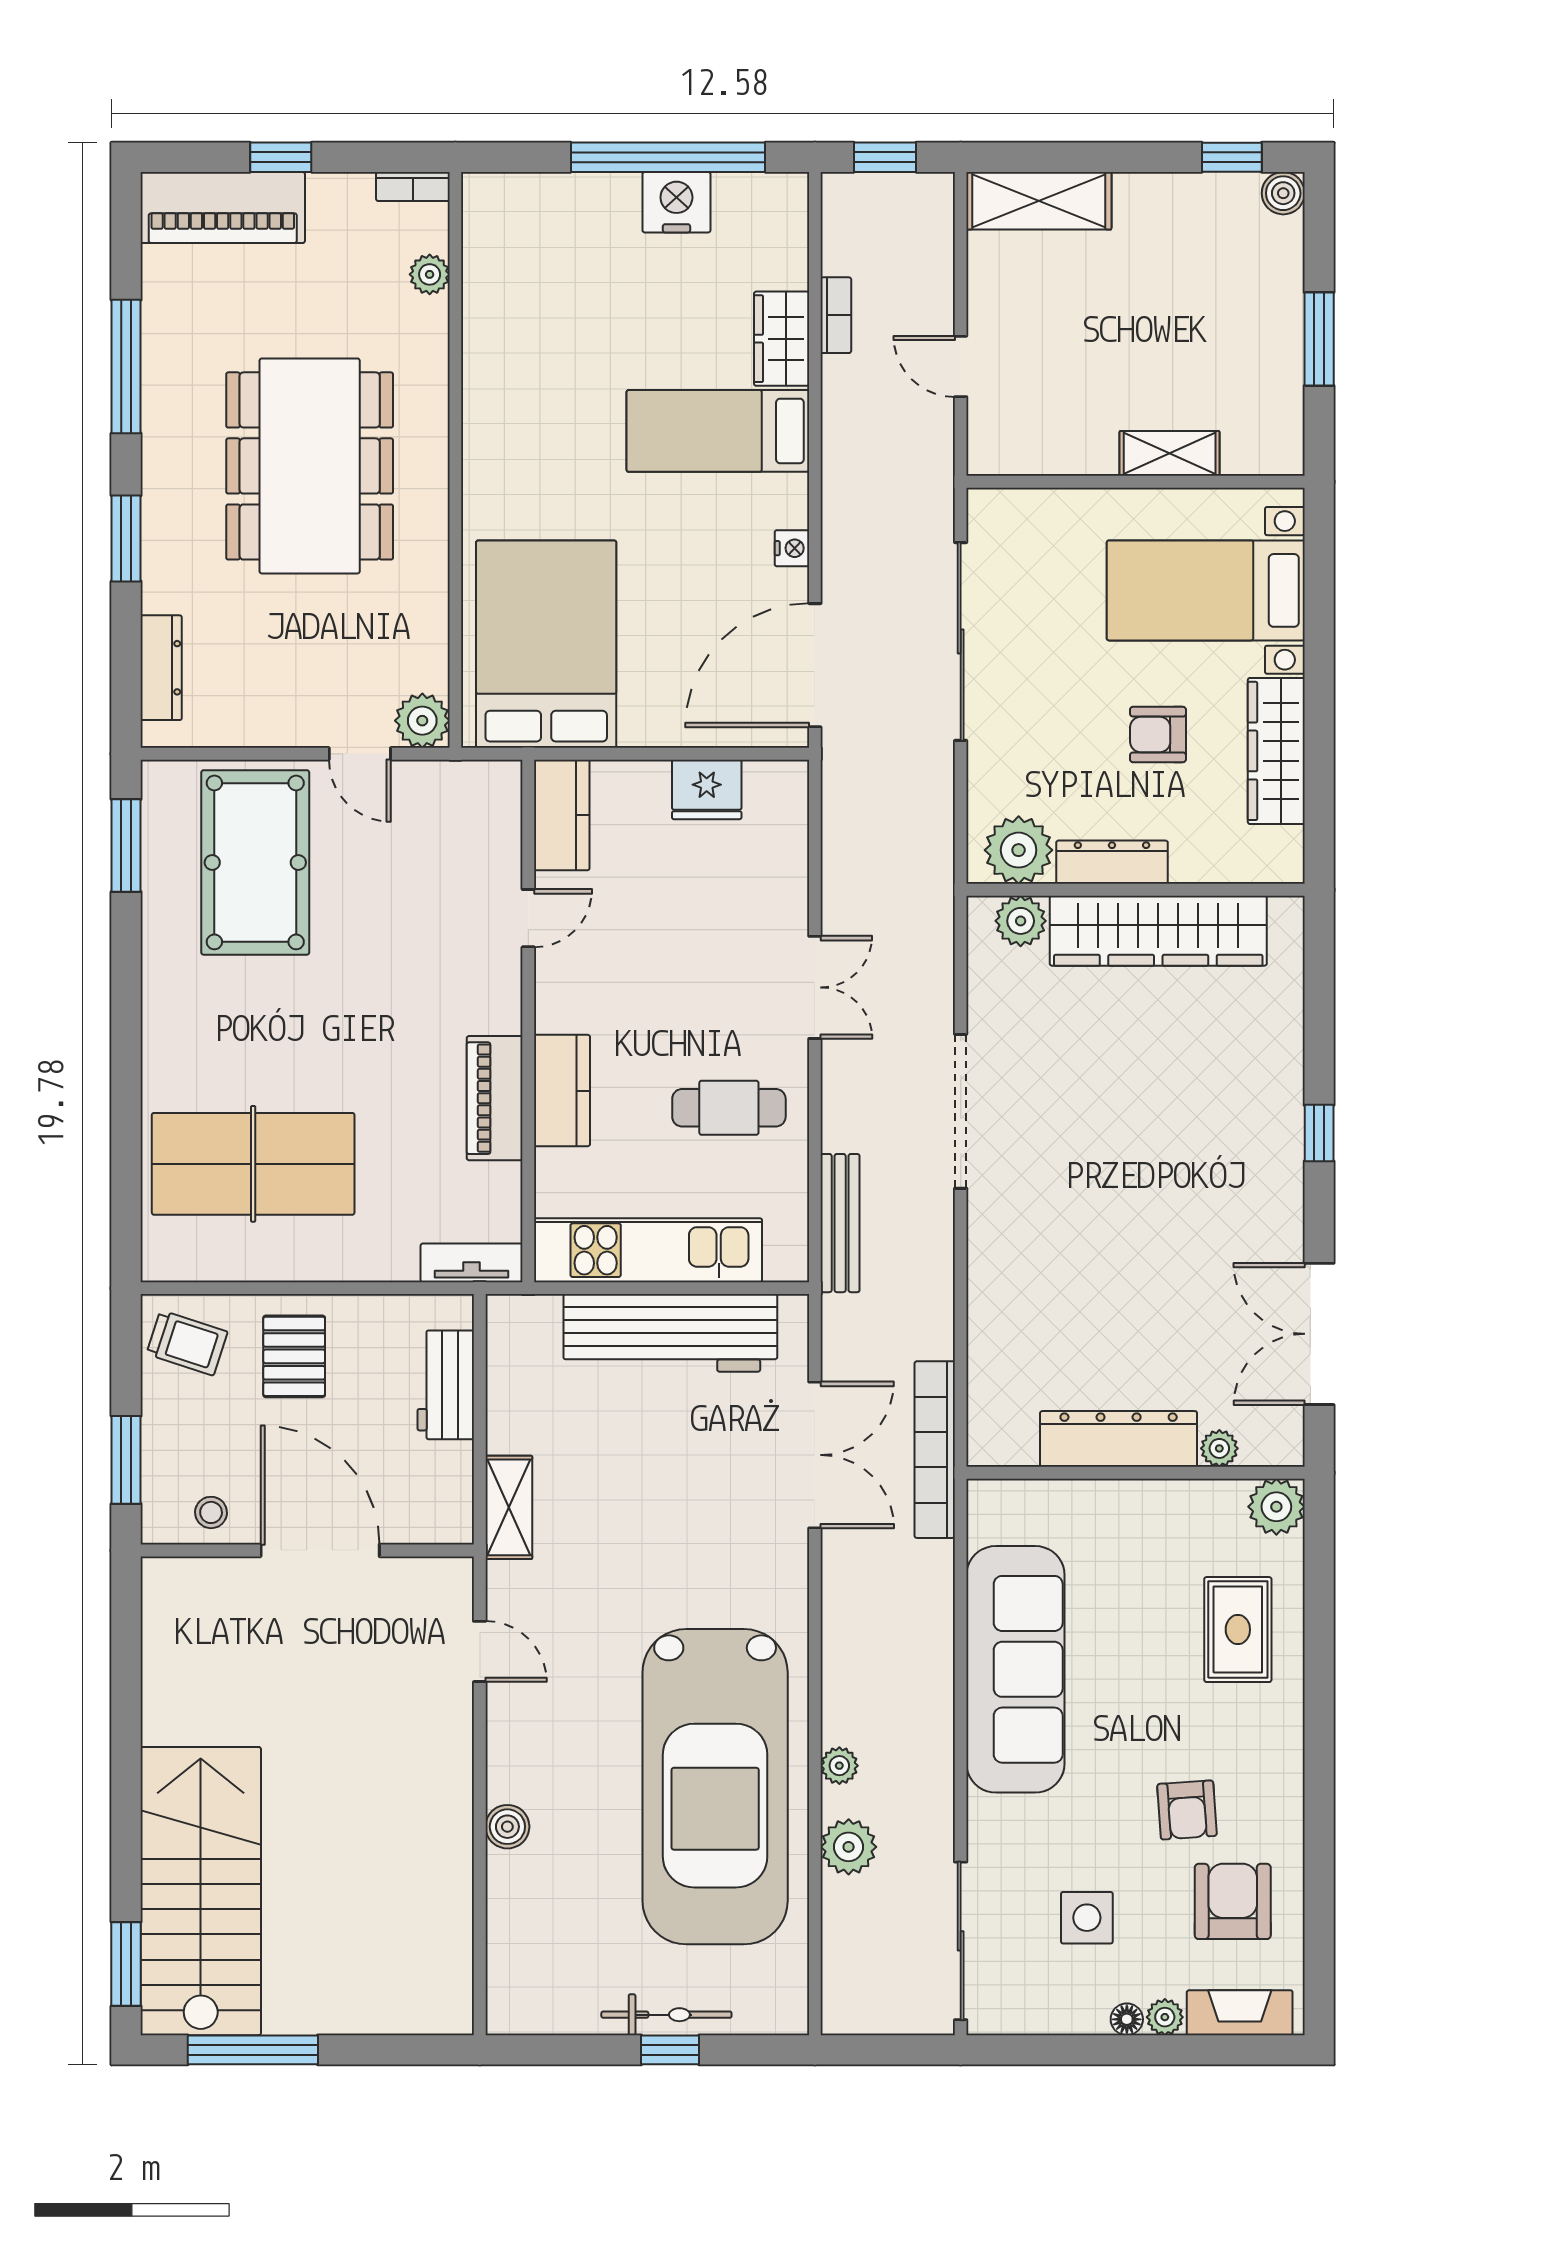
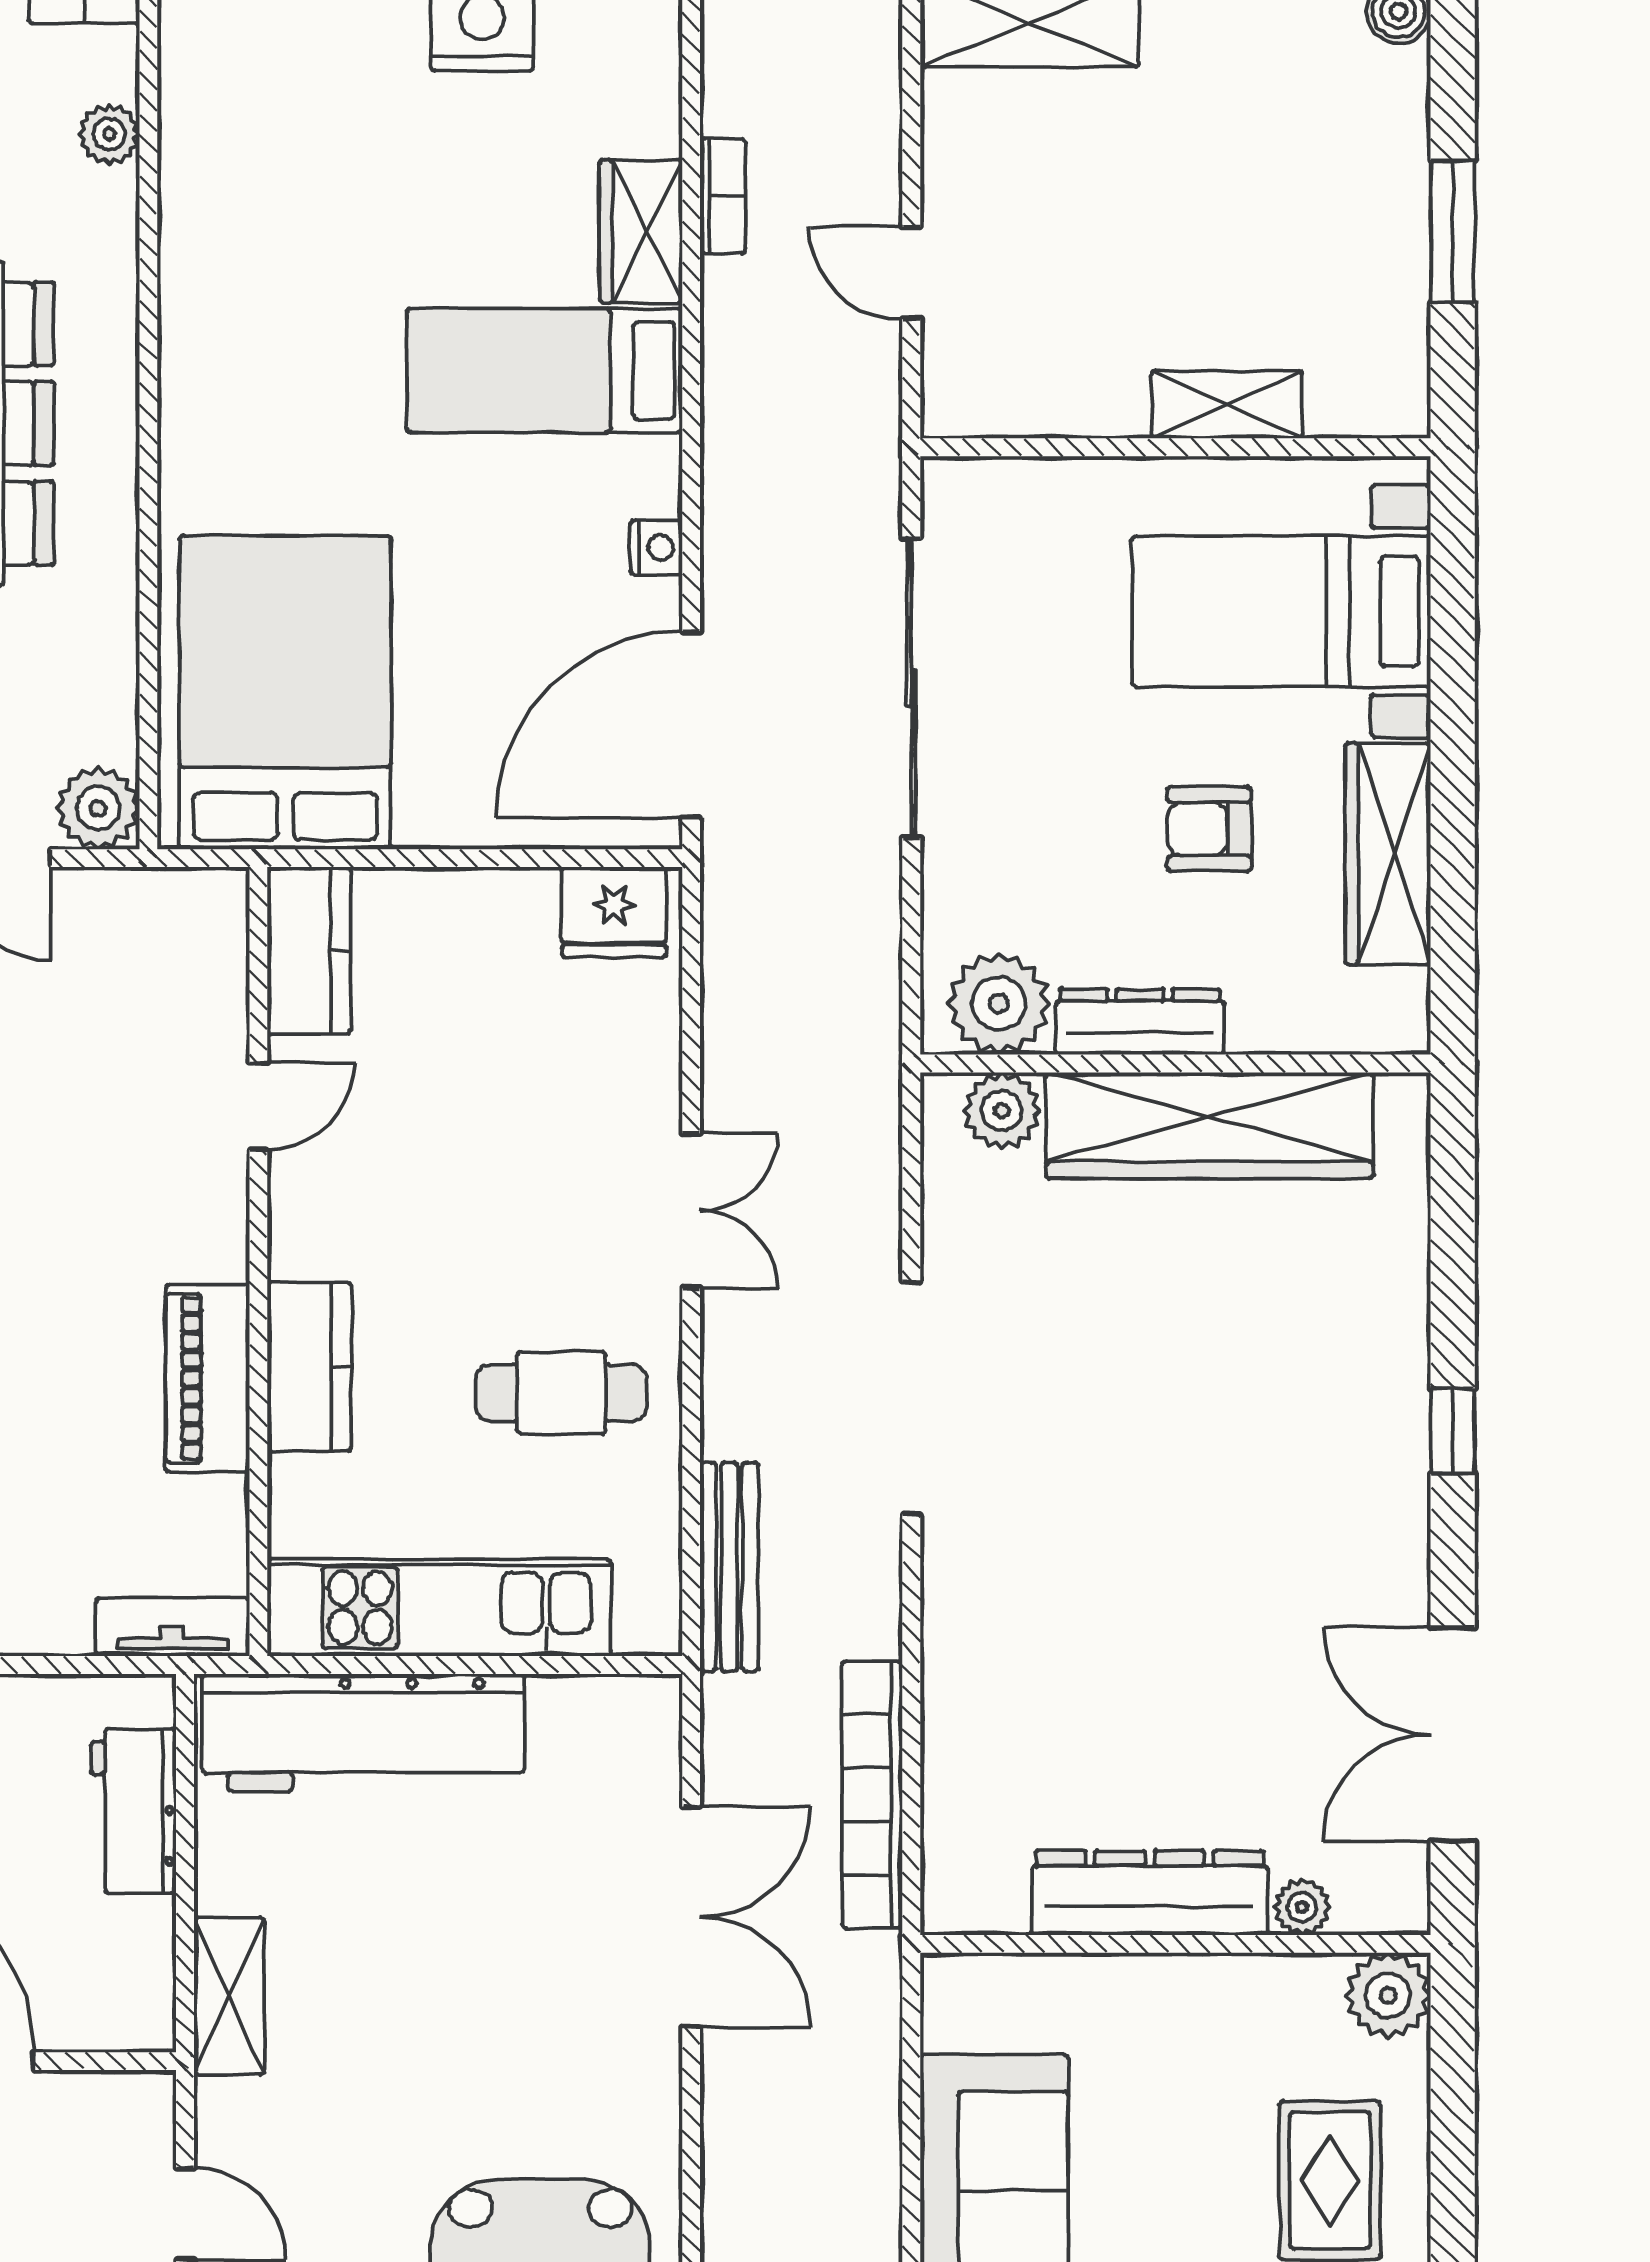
fridge: (707, 790) -> (614, 912), moved
workbench: (670, 1333) -> (363, 1733), moved
bookcase: (935, 1450) -> (872, 1794), moved

